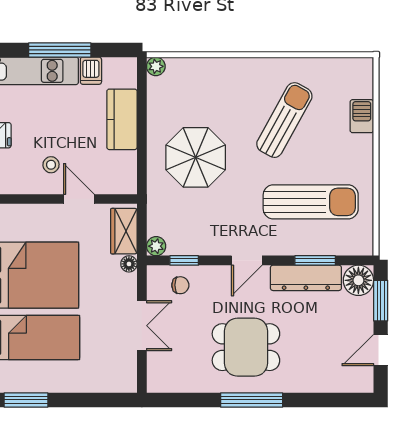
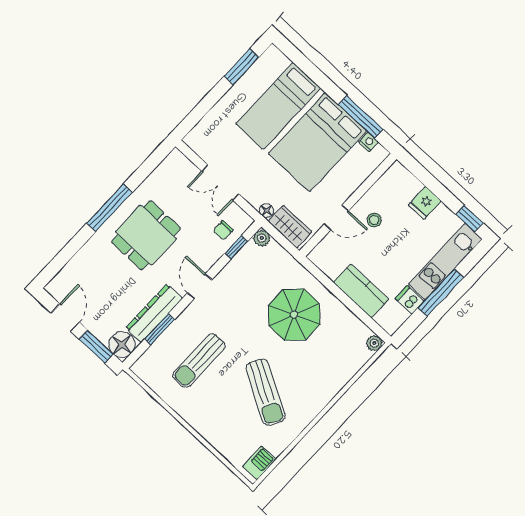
barbecue: (362, 116) -> (259, 463), moved, turned -90
sun lounger: (311, 202) -> (199, 361), width x0.73, depth x0.75

